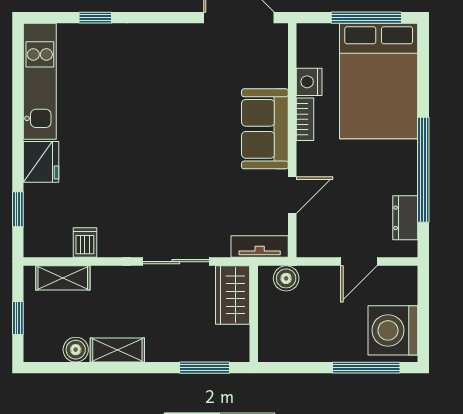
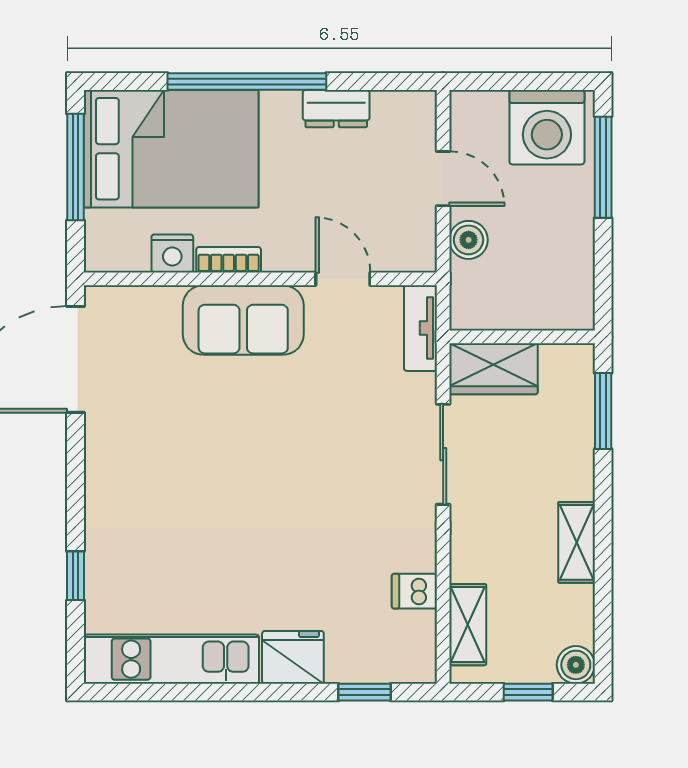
window: (423, 170) -> (247, 81), moved
dresser: (405, 218) -> (336, 109), moved
boiler: (286, 278) -> (469, 240), moved
boiler: (76, 350) -> (576, 665), moved

